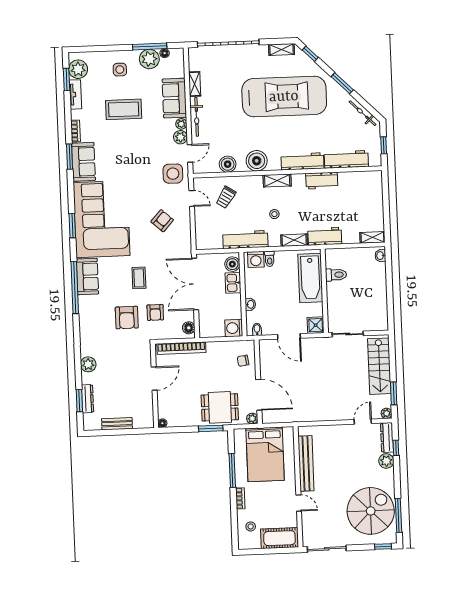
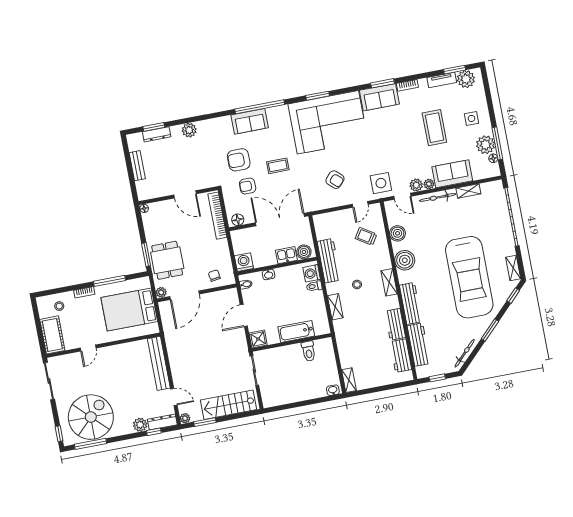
workbench: (325, 236) -> (401, 356), moved, turned 180
sofa: (87, 276) -> (250, 121), moved
bathtub: (310, 278) -> (296, 331), width x0.73, depth x0.73
bench: (306, 463) -> (159, 363), moved, turned 90
spiral stairs: (371, 511) -> (91, 417), turned -90

